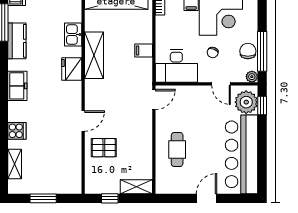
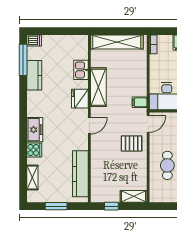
filing cabinet: (144, 50) -> (140, 102), moved
freezer: (17, 86) -> (35, 130), moved
door: (83, 121) -> (89, 126), moved
pallet: (104, 148) -> (132, 143), moved
kitchen counter: (72, 159) -> (80, 174), added

